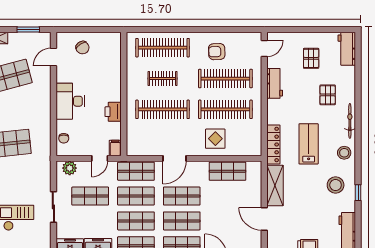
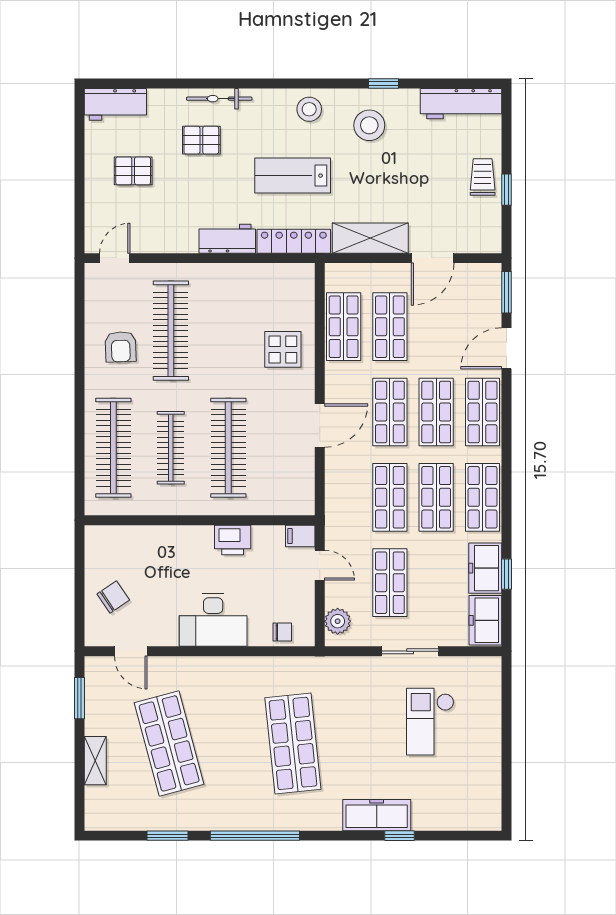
door: (264, 48) -> (115, 258), hinge flipped
clothes rail: (163, 79) -> (171, 448), width x1.36
workbench: (275, 83) -> (227, 239), moved
clothes rail: (225, 109) -> (228, 331), removed
bicycle: (350, 121) -> (219, 99), moved
door: (174, 158) -> (320, 426), hinge flipped
shop shelf: (136, 171) -> (390, 327), moved

